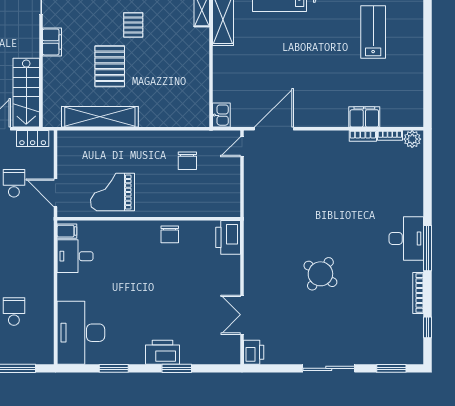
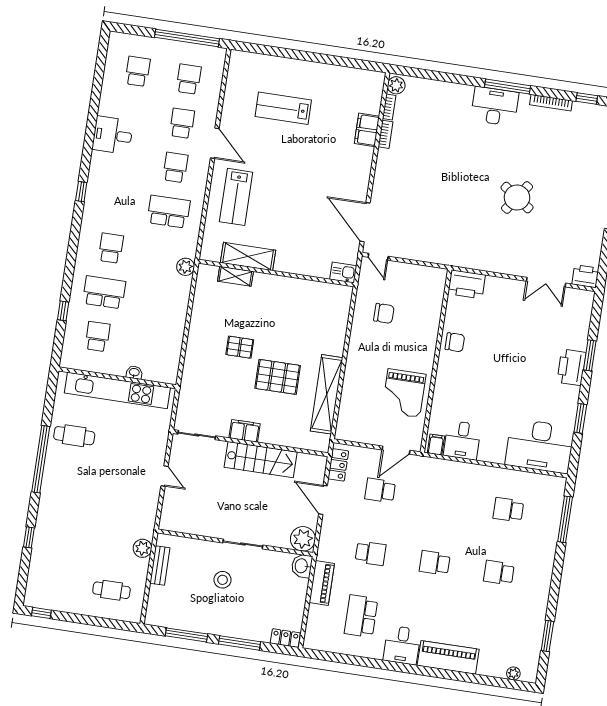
stairs: (26, 93) -> (261, 460), moved

